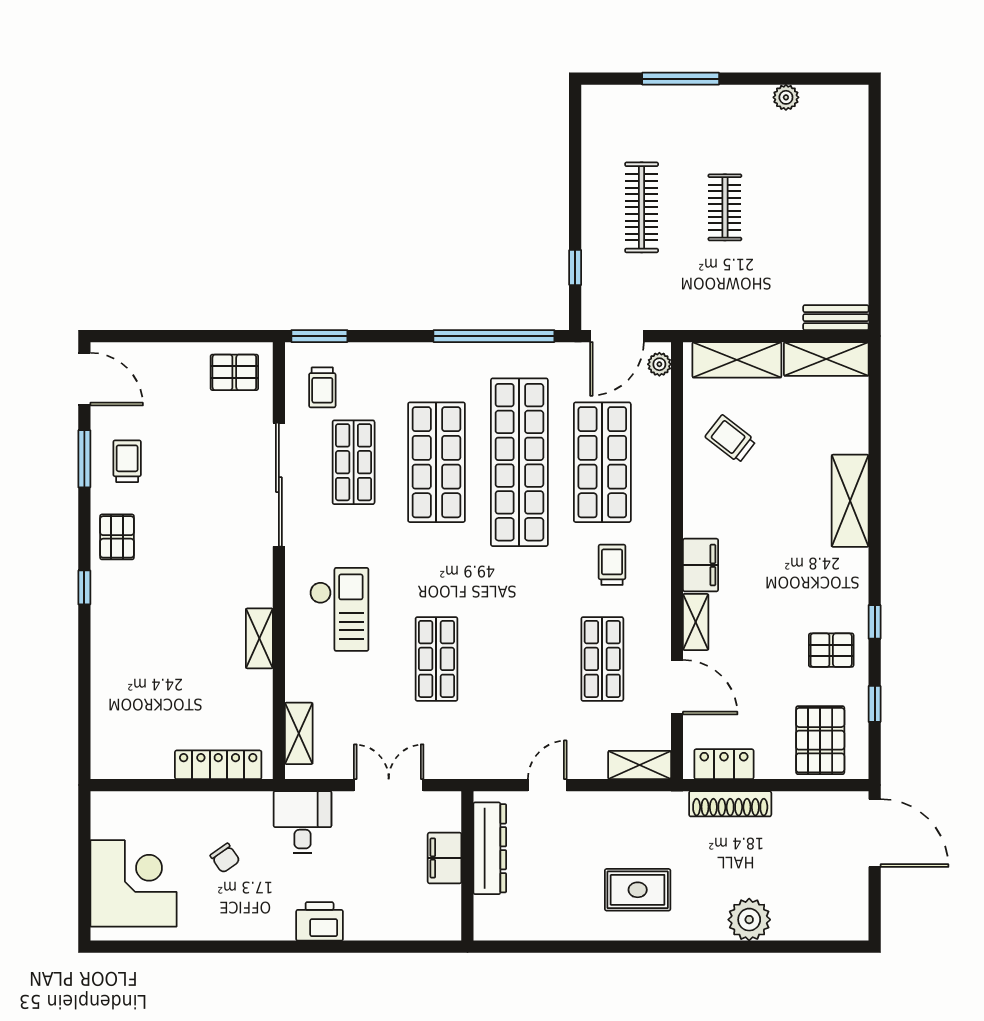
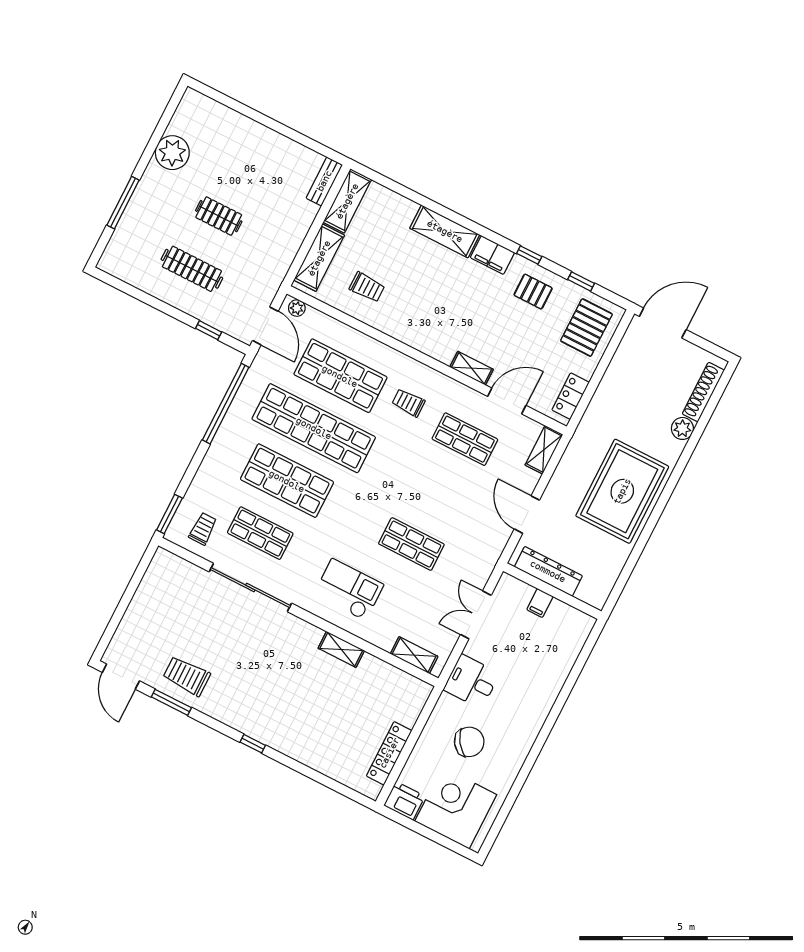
plant: (786, 97) -> (172, 153), width x1.88, depth x1.88
pallet: (234, 372) -> (165, 580), removed
door: (84, 379) -> (121, 677), swing flipped
trolley: (322, 387) -> (203, 529), turned -90
trolley: (731, 439) -> (367, 287), turned -128
trolley: (127, 461) -> (187, 676), width x1.36, depth x1.39
pallet: (117, 537) -> (231, 707), removed
filing cabinet: (701, 565) -> (492, 255), moved, turned 180
pallet: (831, 650) -> (533, 292), turned 90
pallet: (820, 740) -> (586, 328), turned 90
locker: (218, 765) -> (389, 753), moved
door: (547, 785) -> (527, 515), width x1.38
shoe rack: (730, 804) -> (703, 392), moved, turned 180
chair: (225, 858) -> (469, 742), width x1.87, depth x1.87
filing cabinet: (445, 858) -> (540, 603), width x0.50
rug: (638, 890) -> (622, 491), width x1.86, depth x2.06
plant: (749, 920) -> (682, 428), width x0.73, depth x0.73
printer: (320, 921) -> (404, 801), moved, turned 90

